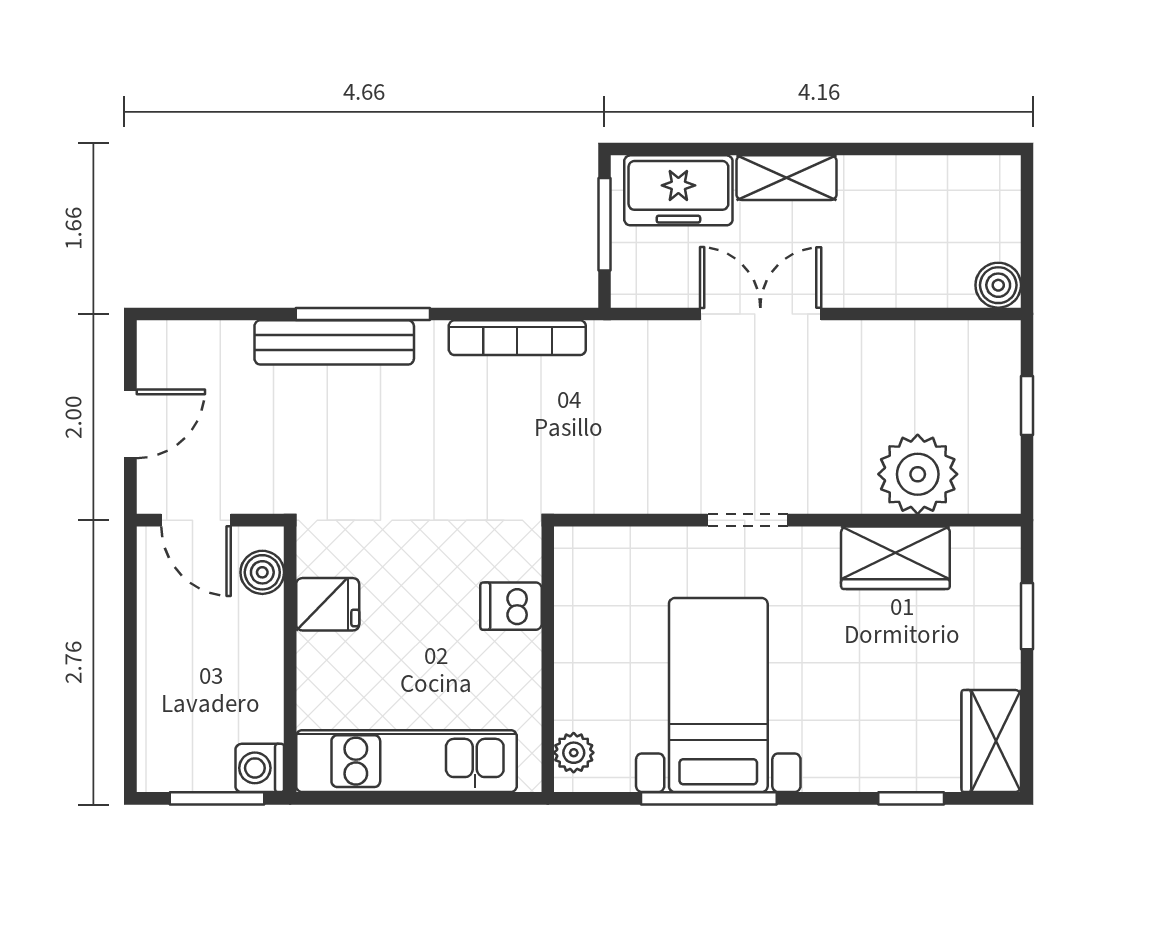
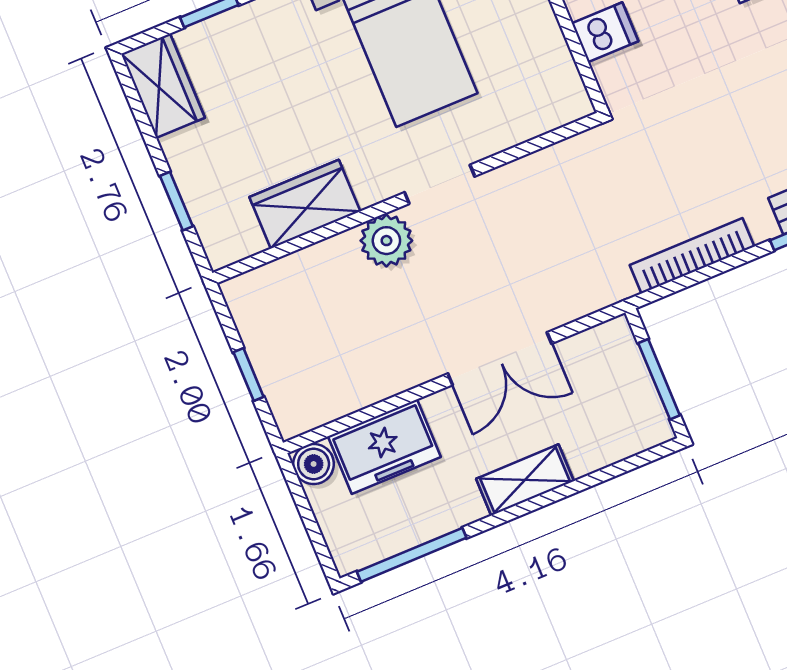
window: (936, 149) -> (412, 555), added
freezer: (678, 190) -> (384, 447), moved, turned 180
plant: (918, 474) -> (386, 241), moved, width x0.73, depth x0.73

